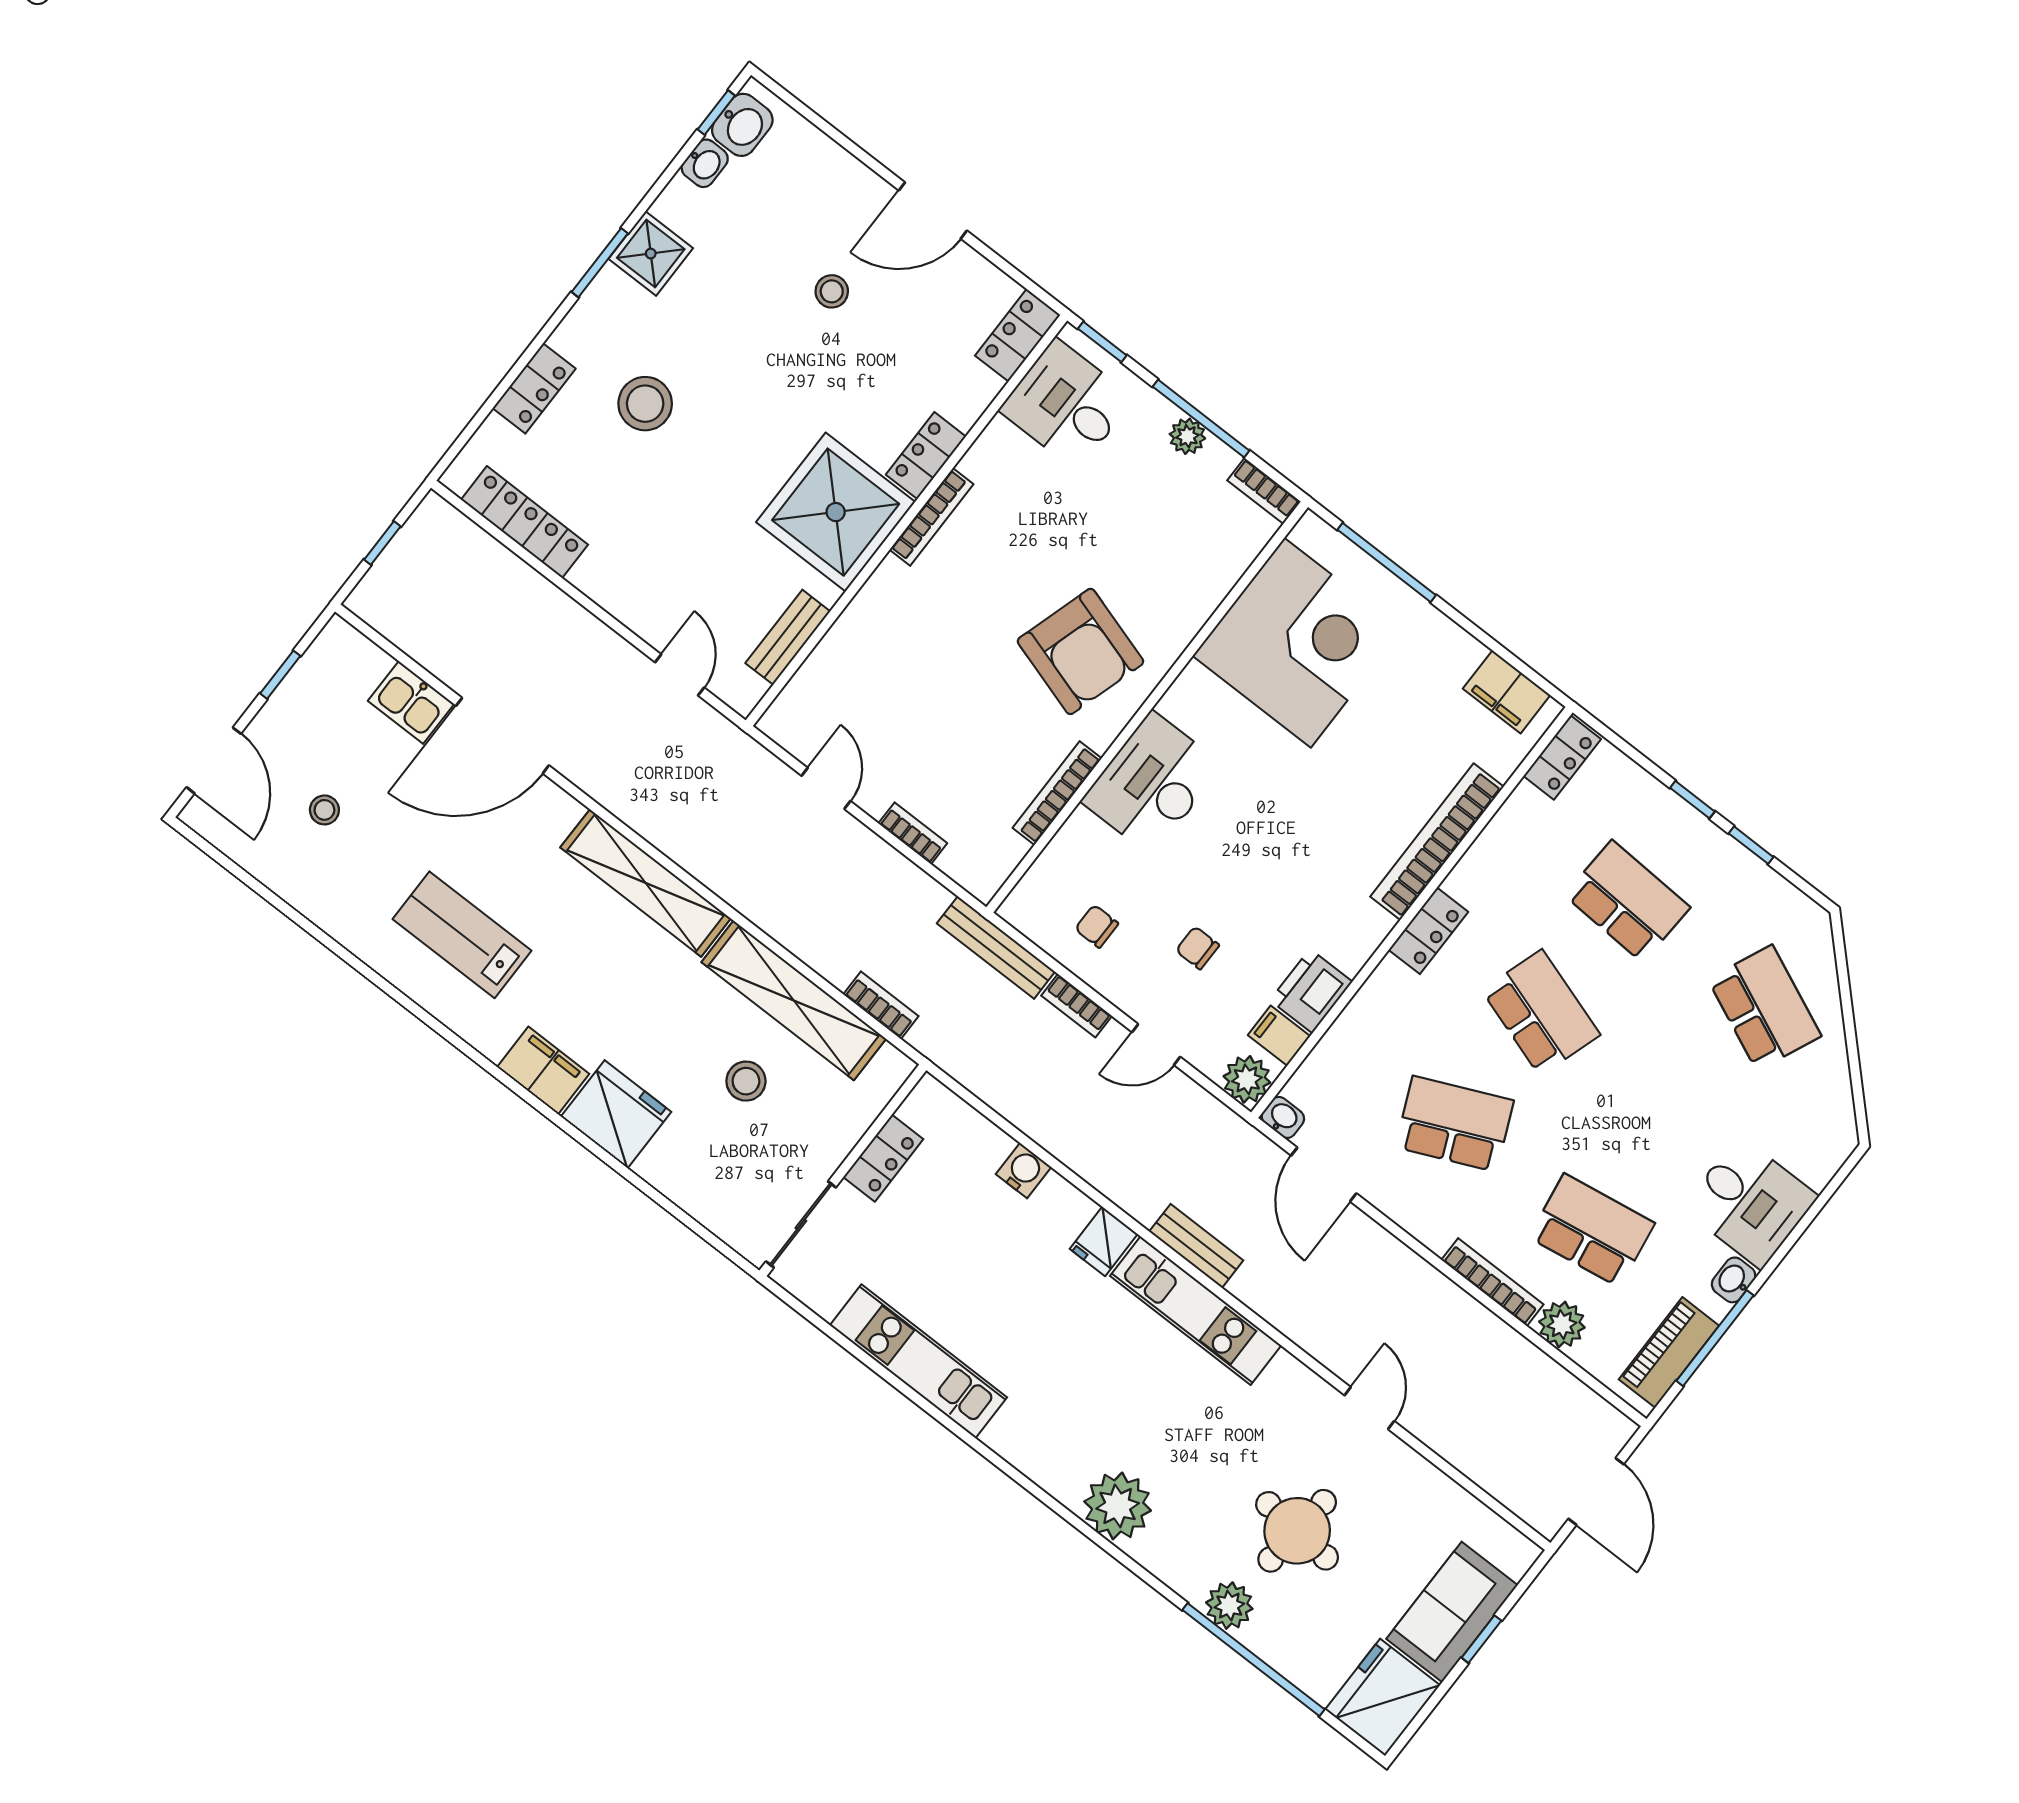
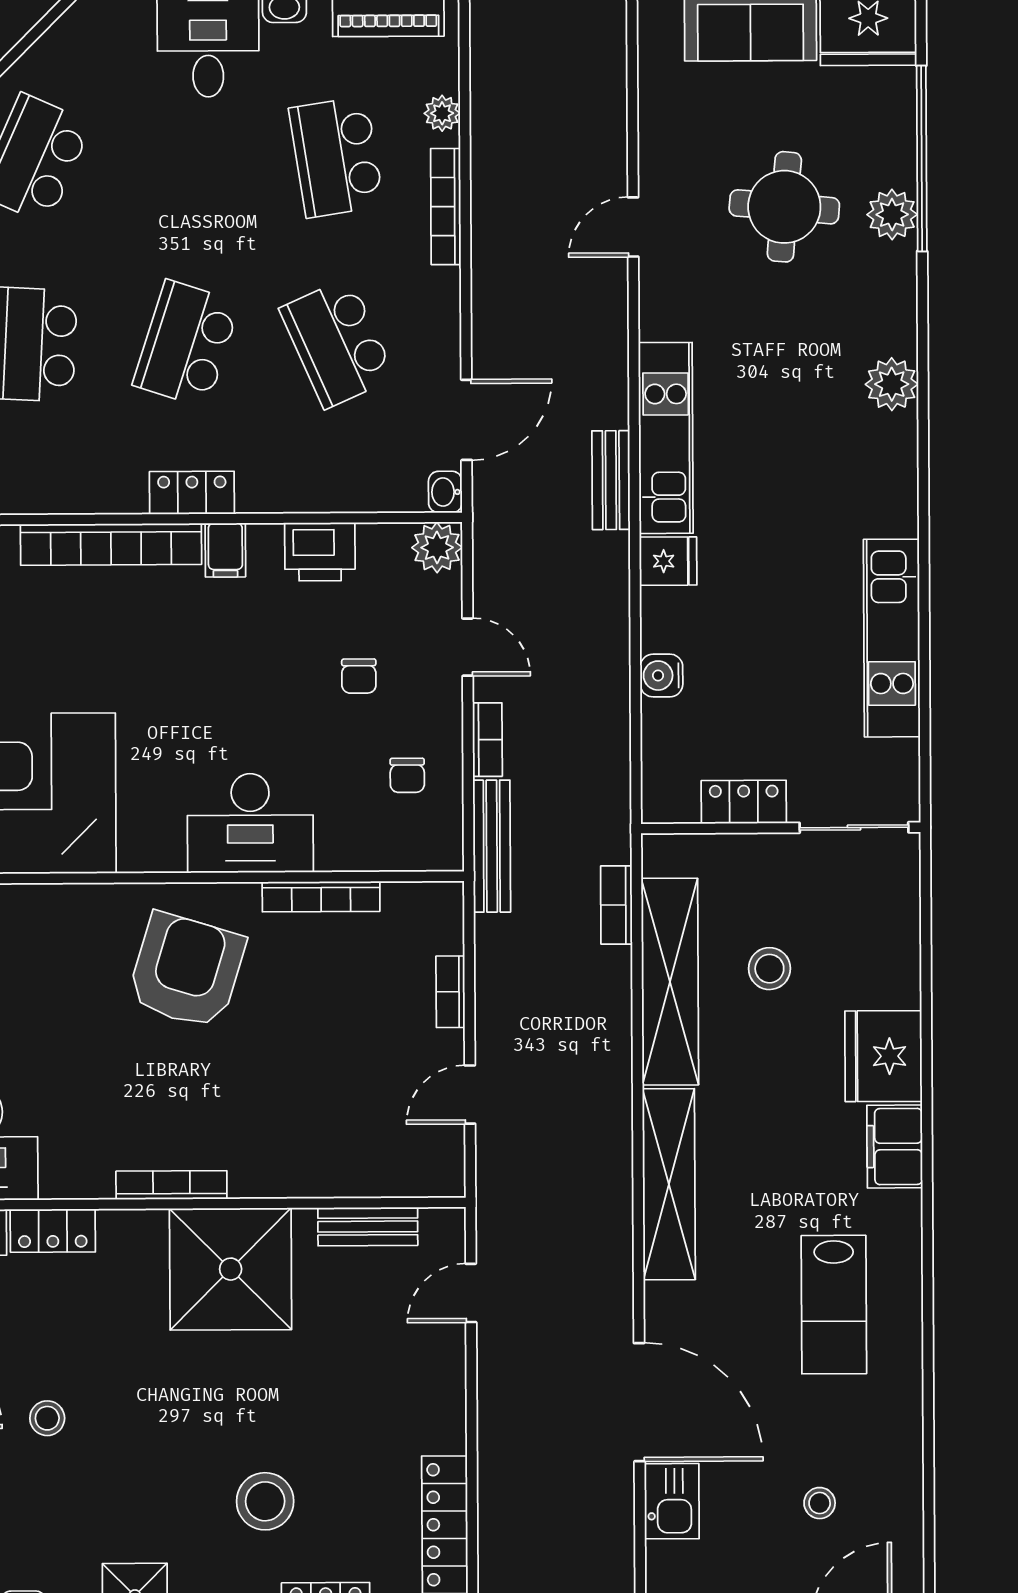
locker: (926, 456) -> (53, 1231), moved
filing cabinet: (1279, 1036) -> (225, 550), moved
plant: (1562, 1324) -> (442, 113), width x0.73, depth x0.73
plant: (1118, 1506) -> (892, 384), width x0.73, depth x0.73

